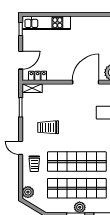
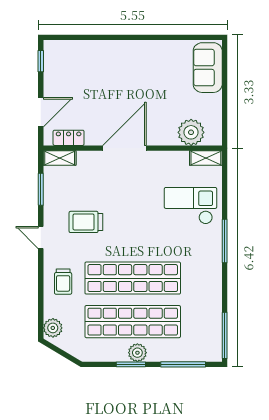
kitchen unit: (46, 23) -> (83, 51), removed
door: (86, 82) -> (124, 148), moved
door: (21, 148) -> (41, 238), moved

